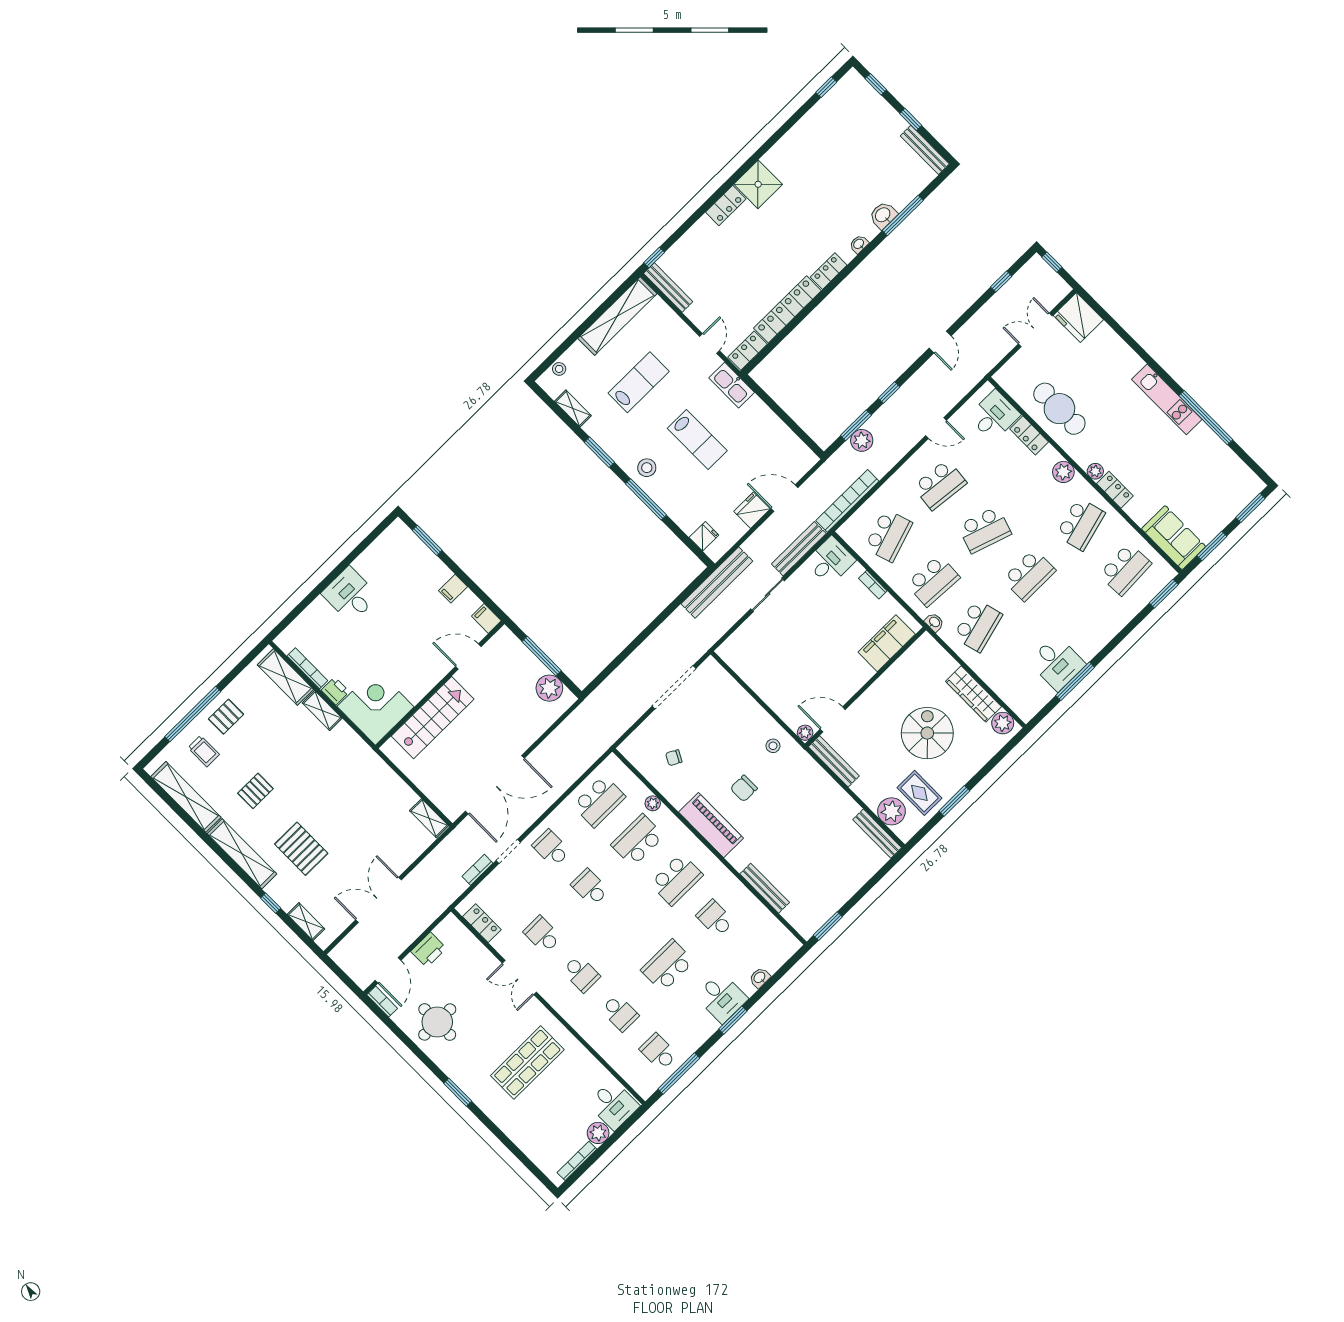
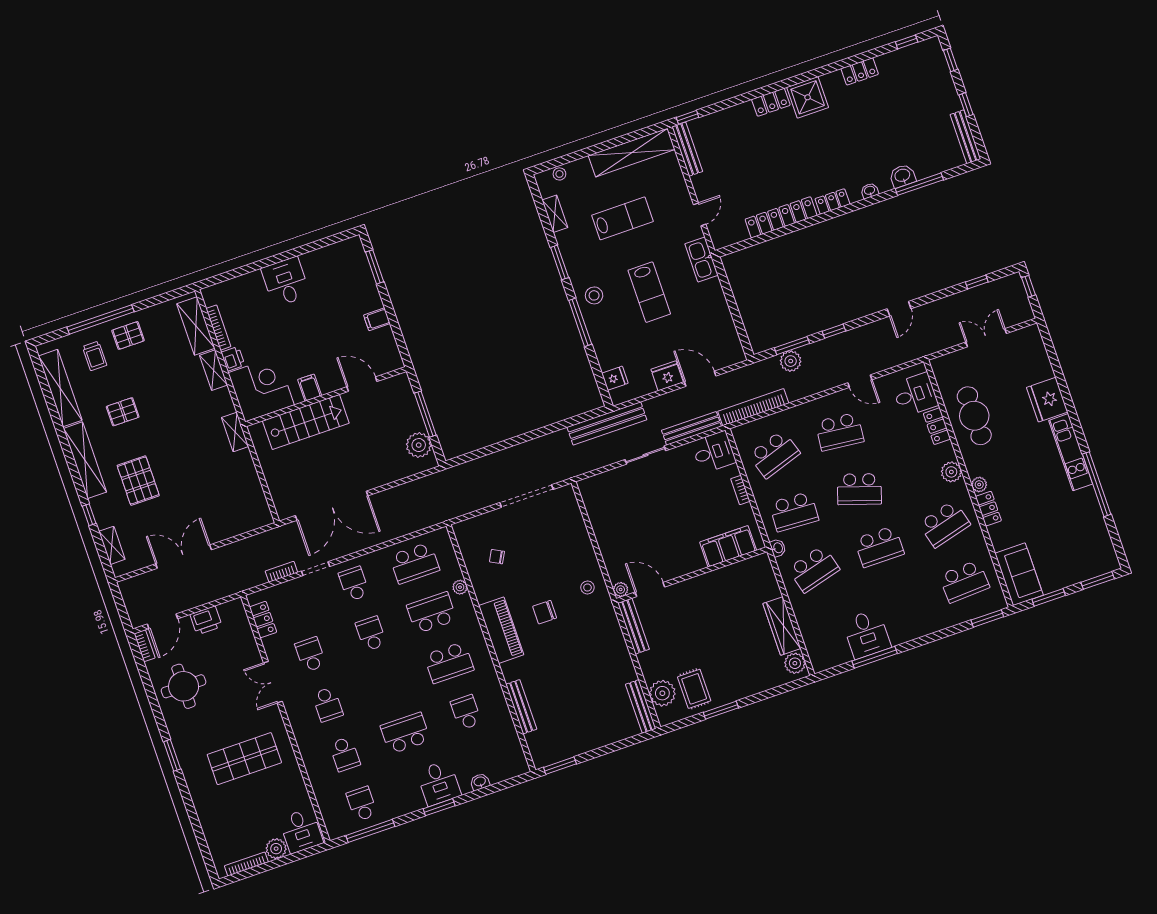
fridge: (1078, 318) -> (1047, 400), moved
locker: (747, 351) -> (860, 71), moved, turned 180
filing cabinet: (486, 618) -> (310, 388), moved
spiral stairs: (927, 733) -> (726, 641), removed
shelving: (429, 818) -> (235, 432), moved

